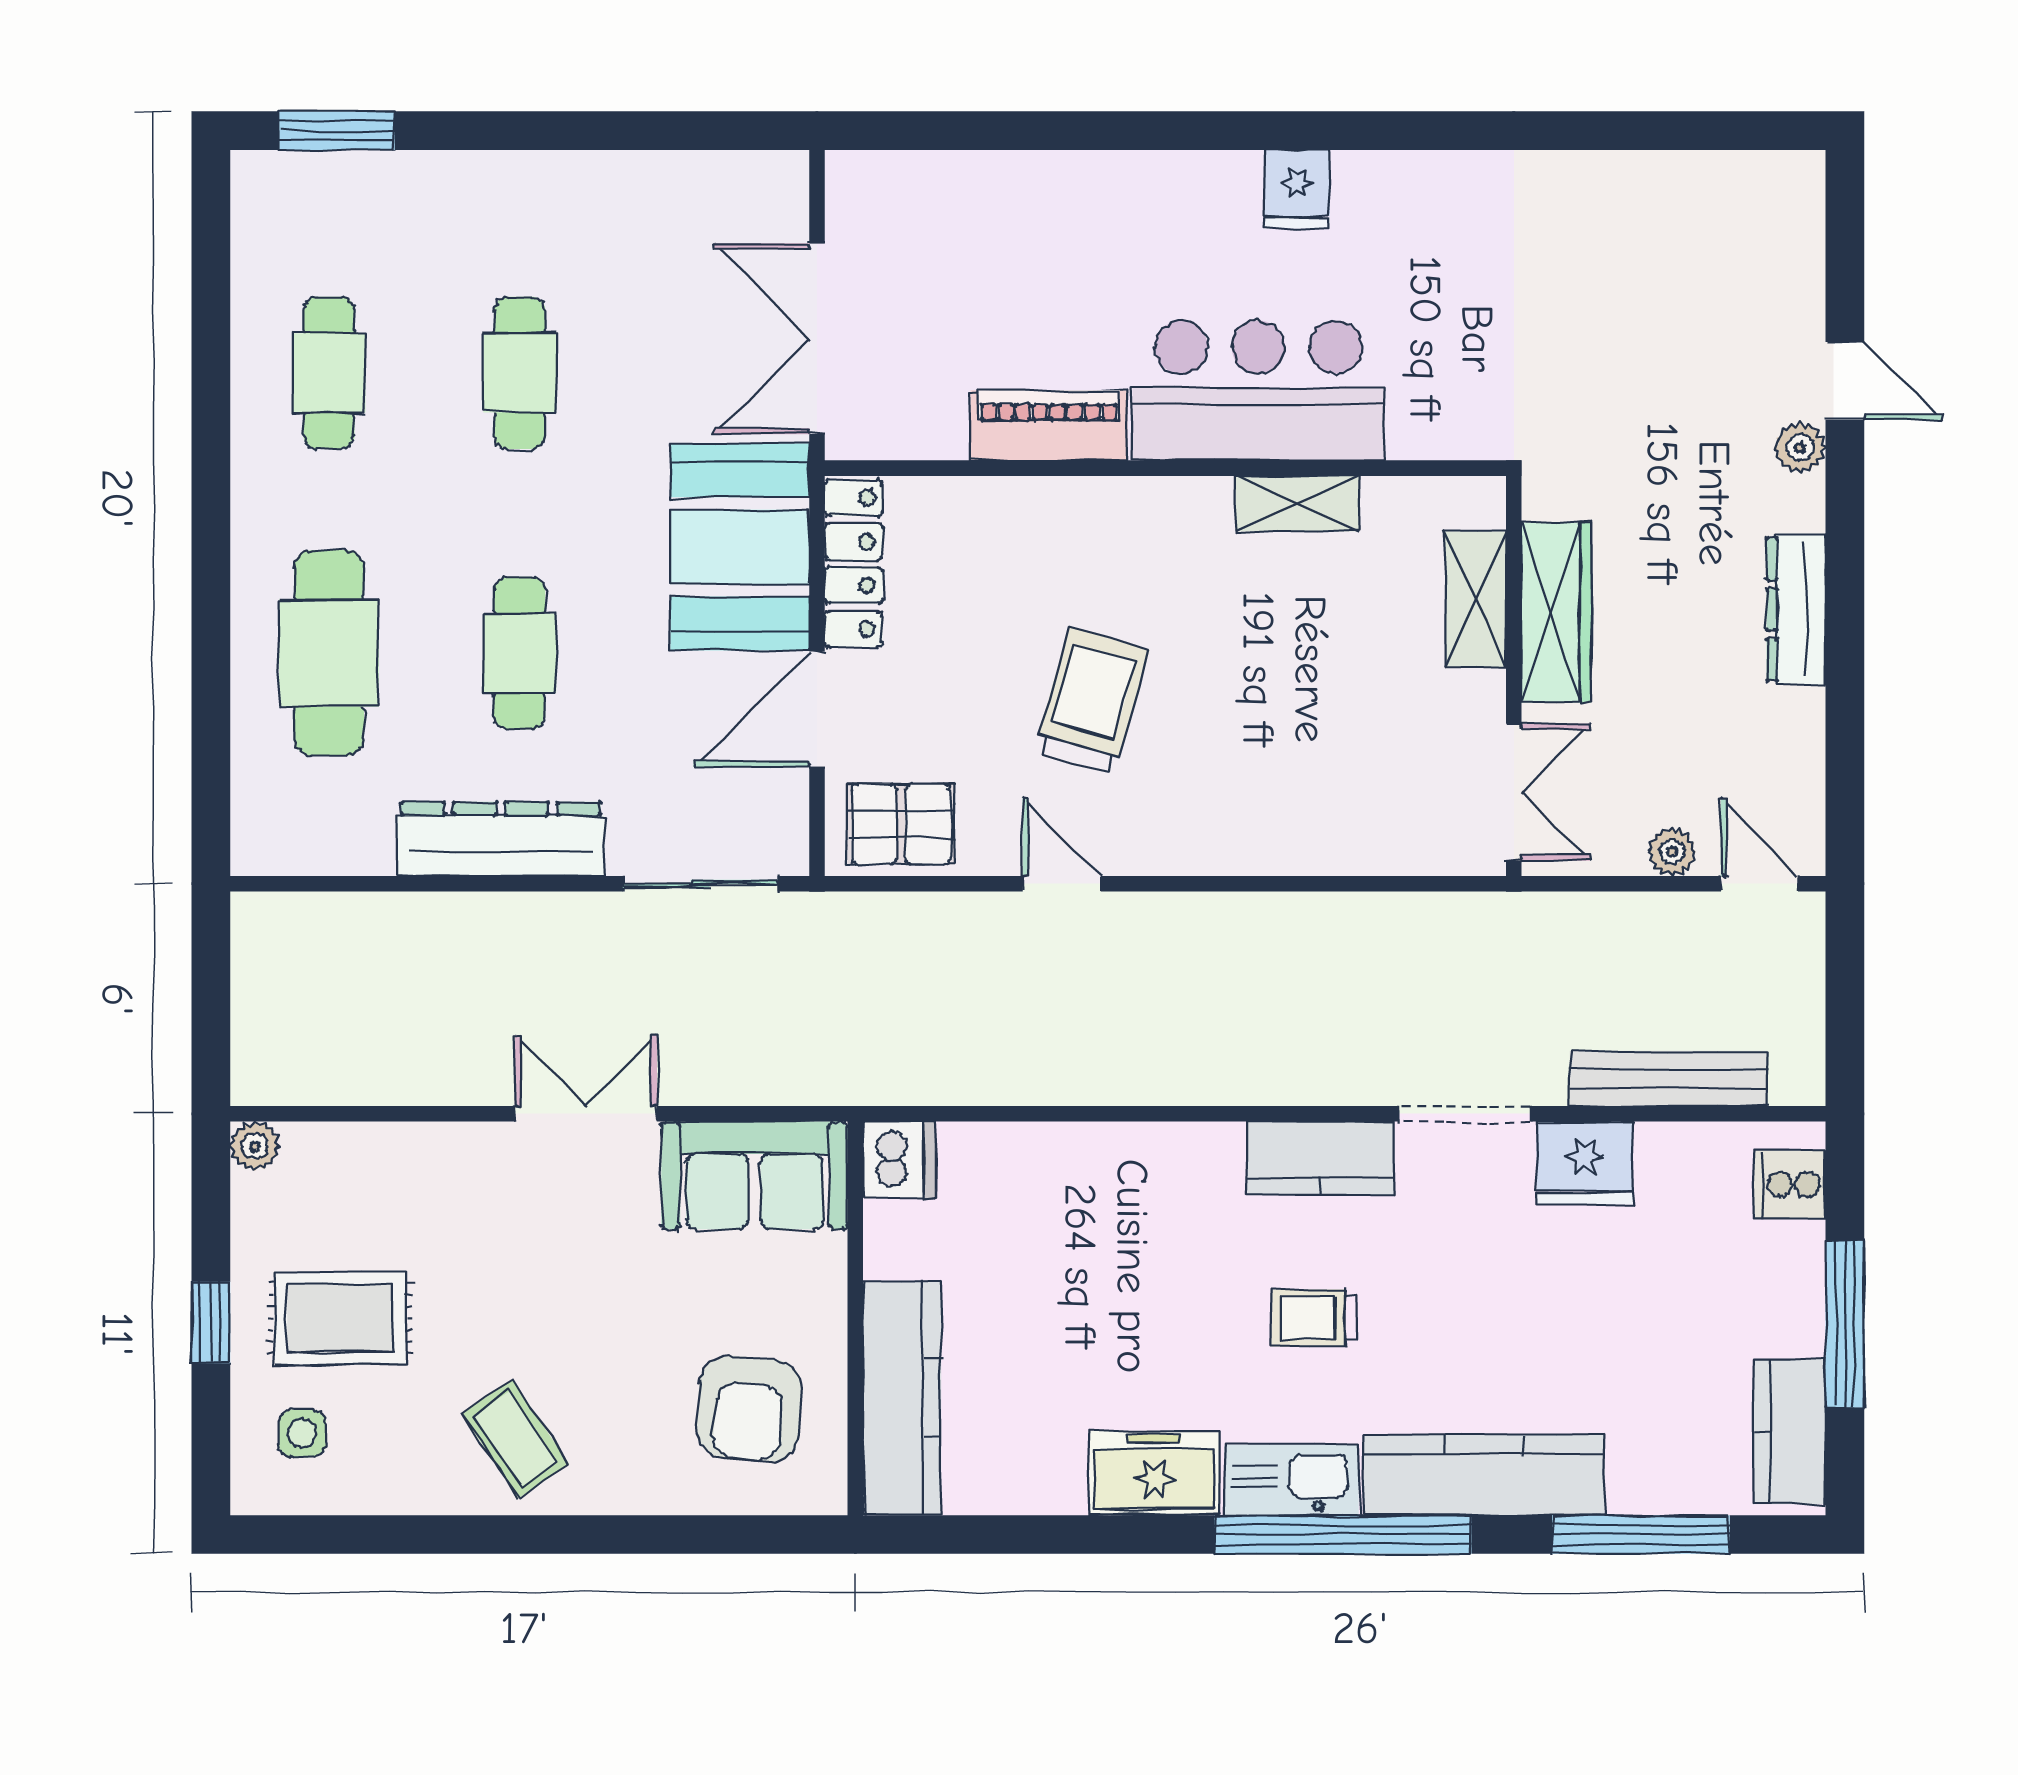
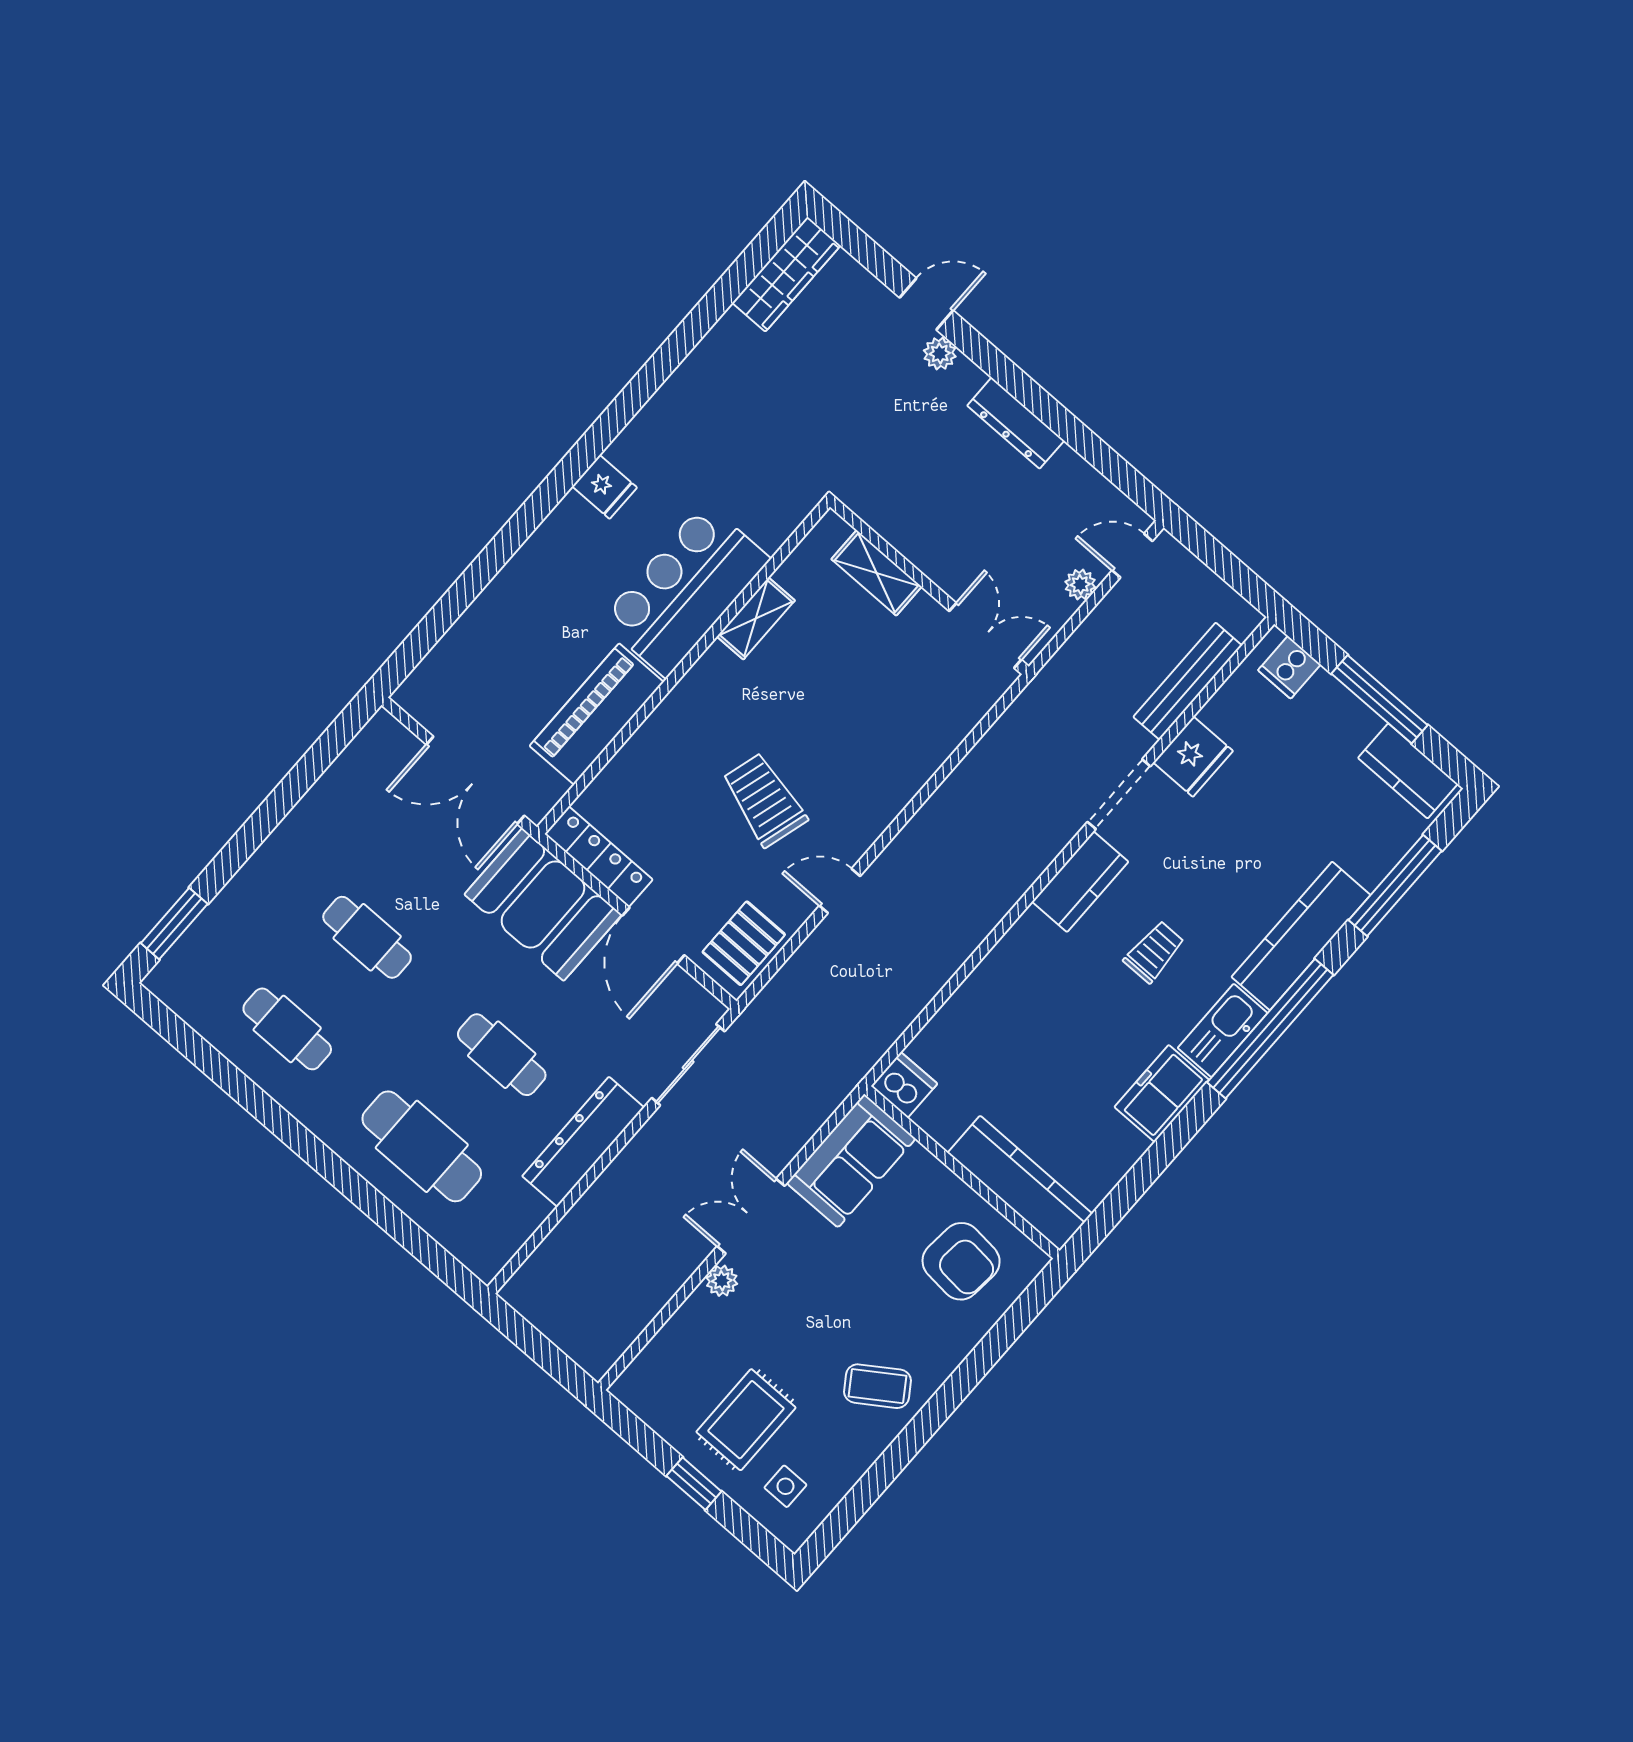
piano: (1049, 425) -> (597, 714), width x1.37, depth x1.33
wardrobe: (1556, 613) -> (786, 274), moved, turned 90
plant: (255, 1146) -> (722, 1281), moved
trolley: (1314, 1318) -> (1154, 952), turned 180

